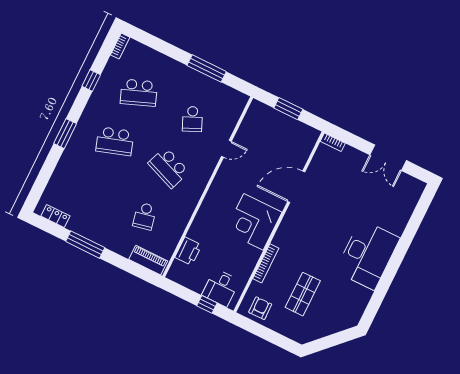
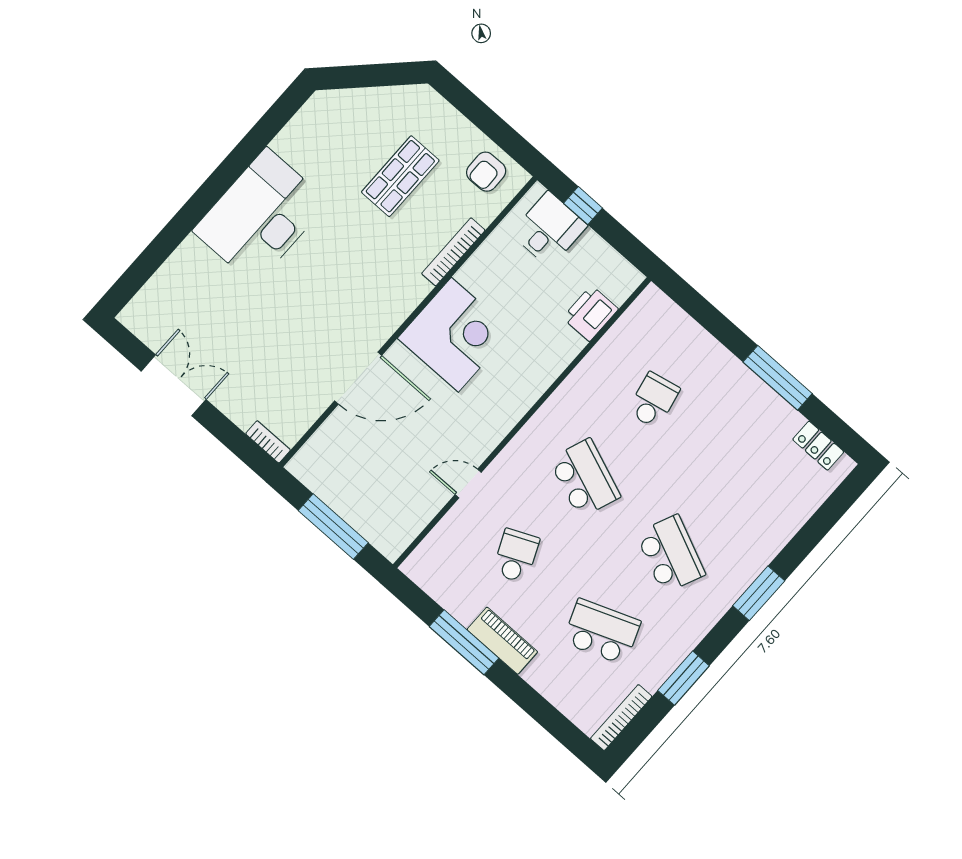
bookcase: (120, 46) -> (621, 718), width x1.56
window: (91, 81) -> (684, 678), width x1.50
window: (288, 109) -> (333, 527), width x1.44
school desk: (115, 141) -> (670, 554), turned 42
piano: (148, 260) -> (502, 641), moved, turned 180

